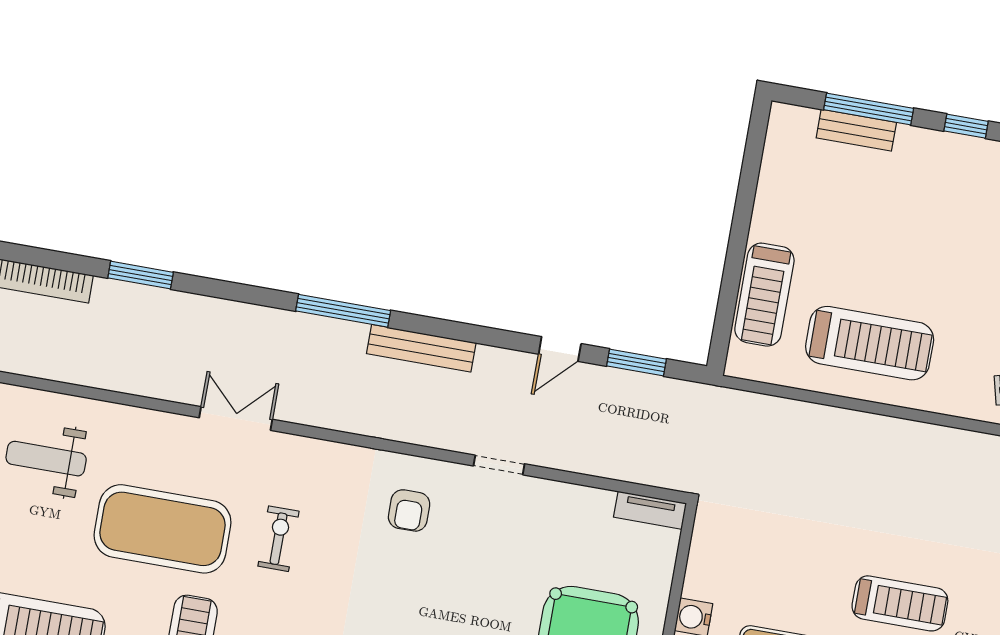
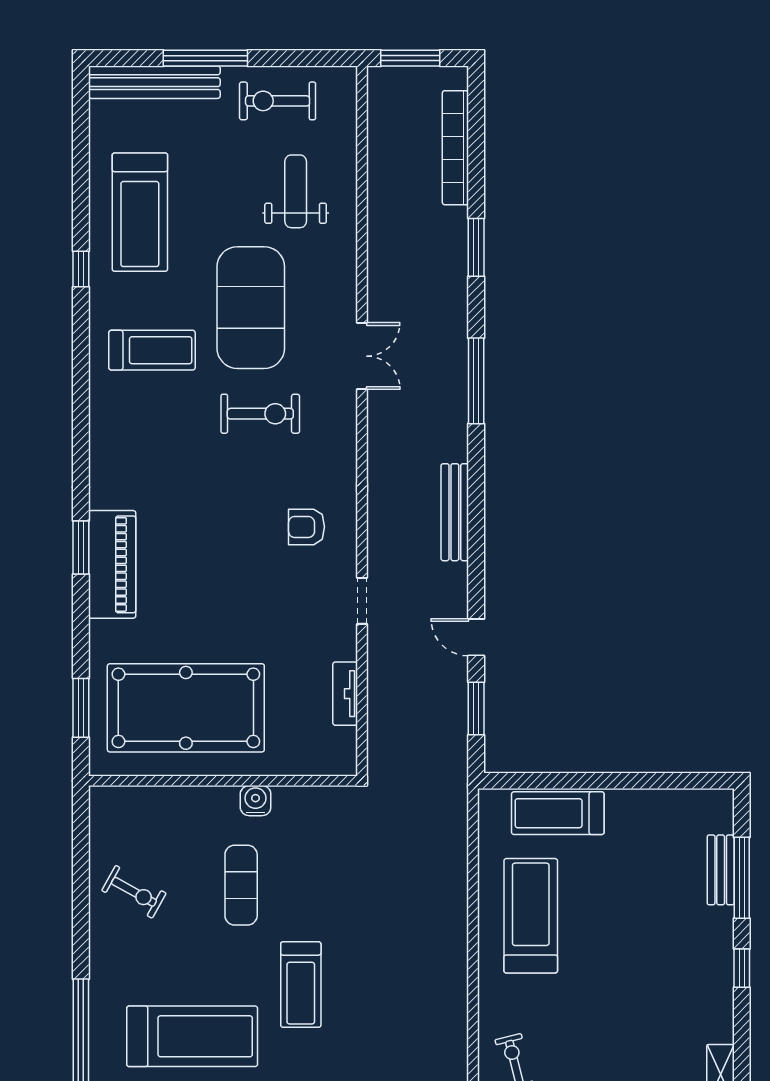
window: (343, 311) -> (476, 381), moved
treadmill: (870, 343) -> (531, 916), turned 180
tv unit: (650, 510) -> (345, 694), moved
exercise bike: (278, 539) -> (260, 414), width x1.38, depth x1.39

